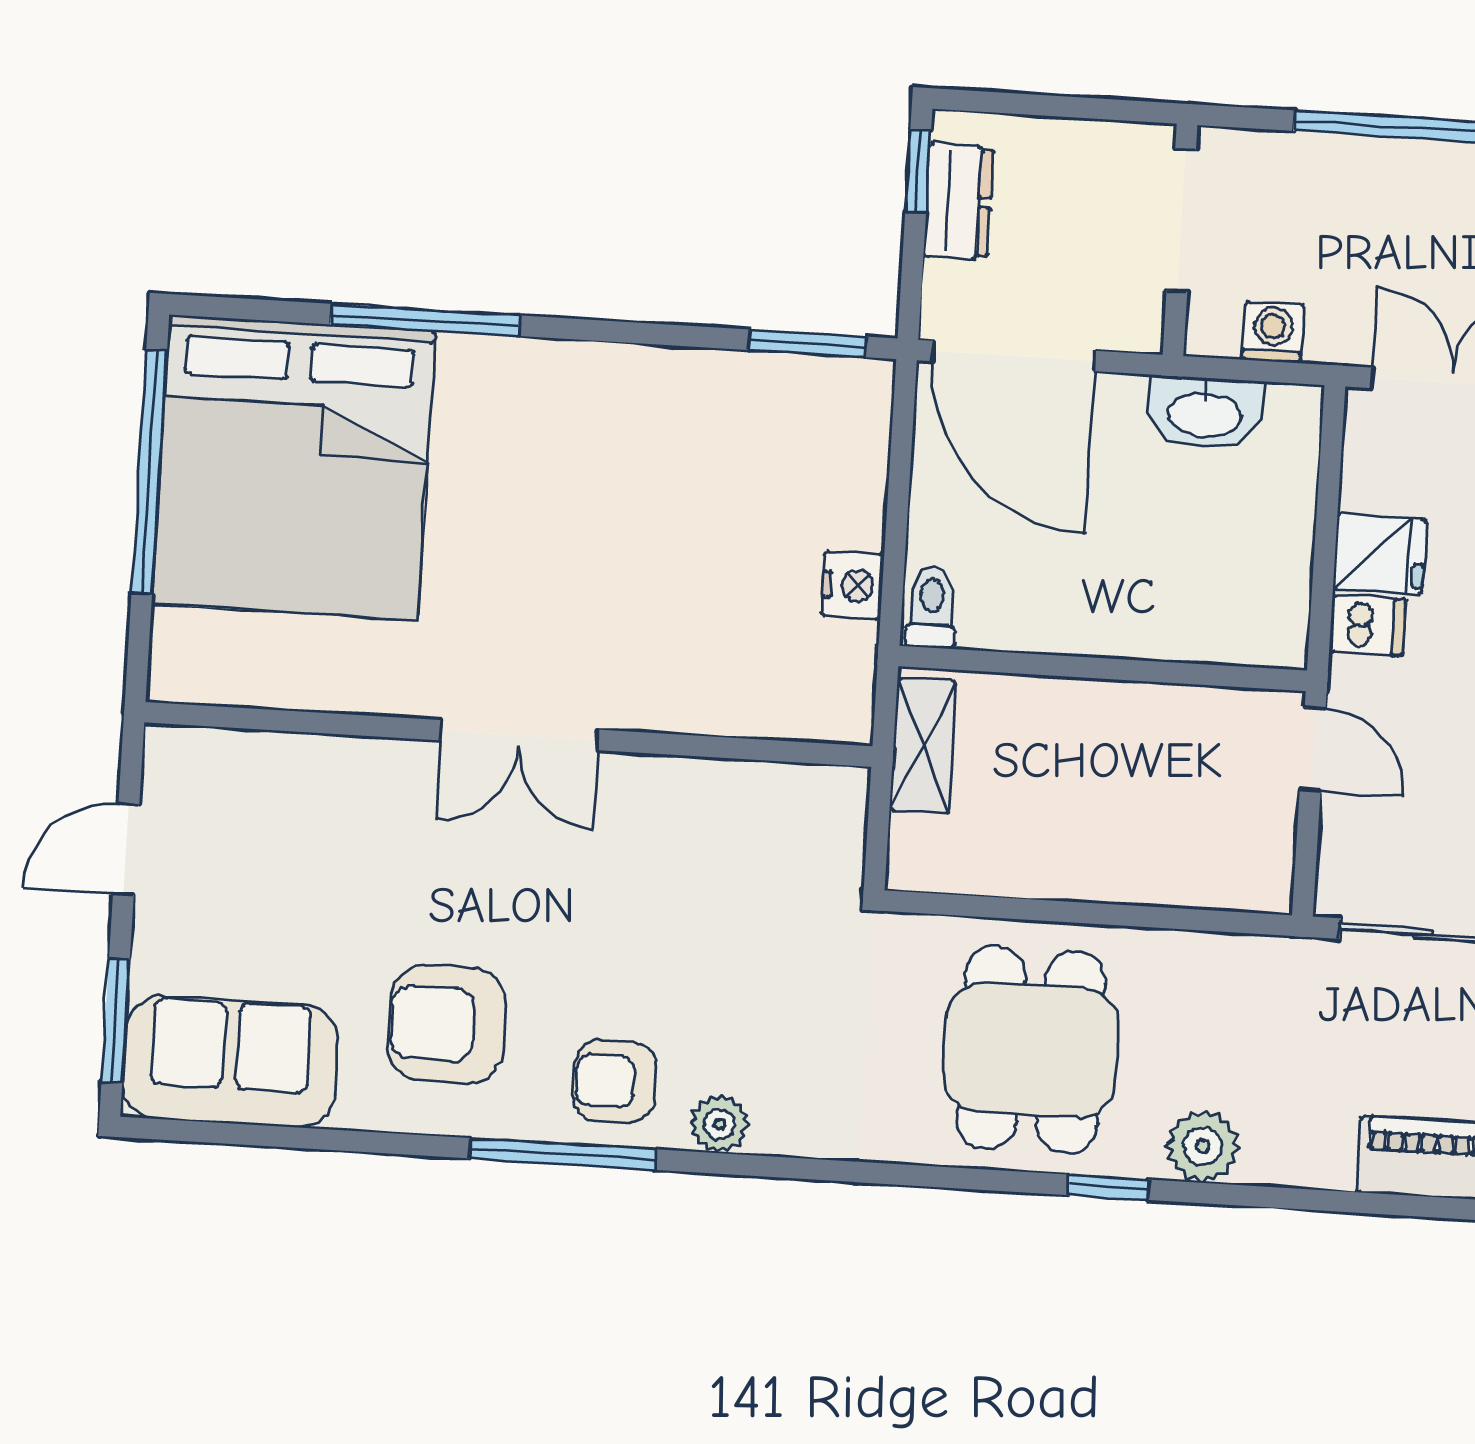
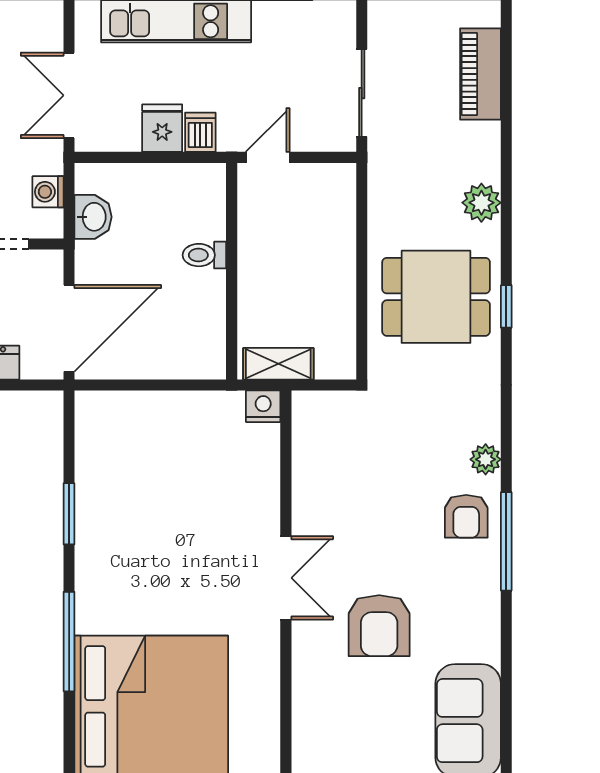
window: (808, 343) -> (69, 514), moved
washbasin: (1205, 413) -> (93, 217), width x0.72
nightstand: (853, 585) -> (263, 406), moved
toilet: (932, 607) -> (204, 255), moved
armchair: (446, 1024) -> (379, 626), moved
window: (1109, 1187) -> (506, 306), moved

